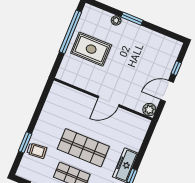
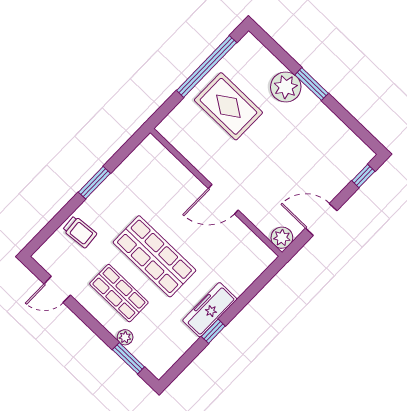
plant: (116, 20) -> (286, 87), width x1.87, depth x1.87
window: (176, 68) -> (363, 176), moved
window: (25, 142) -> (94, 183), moved

